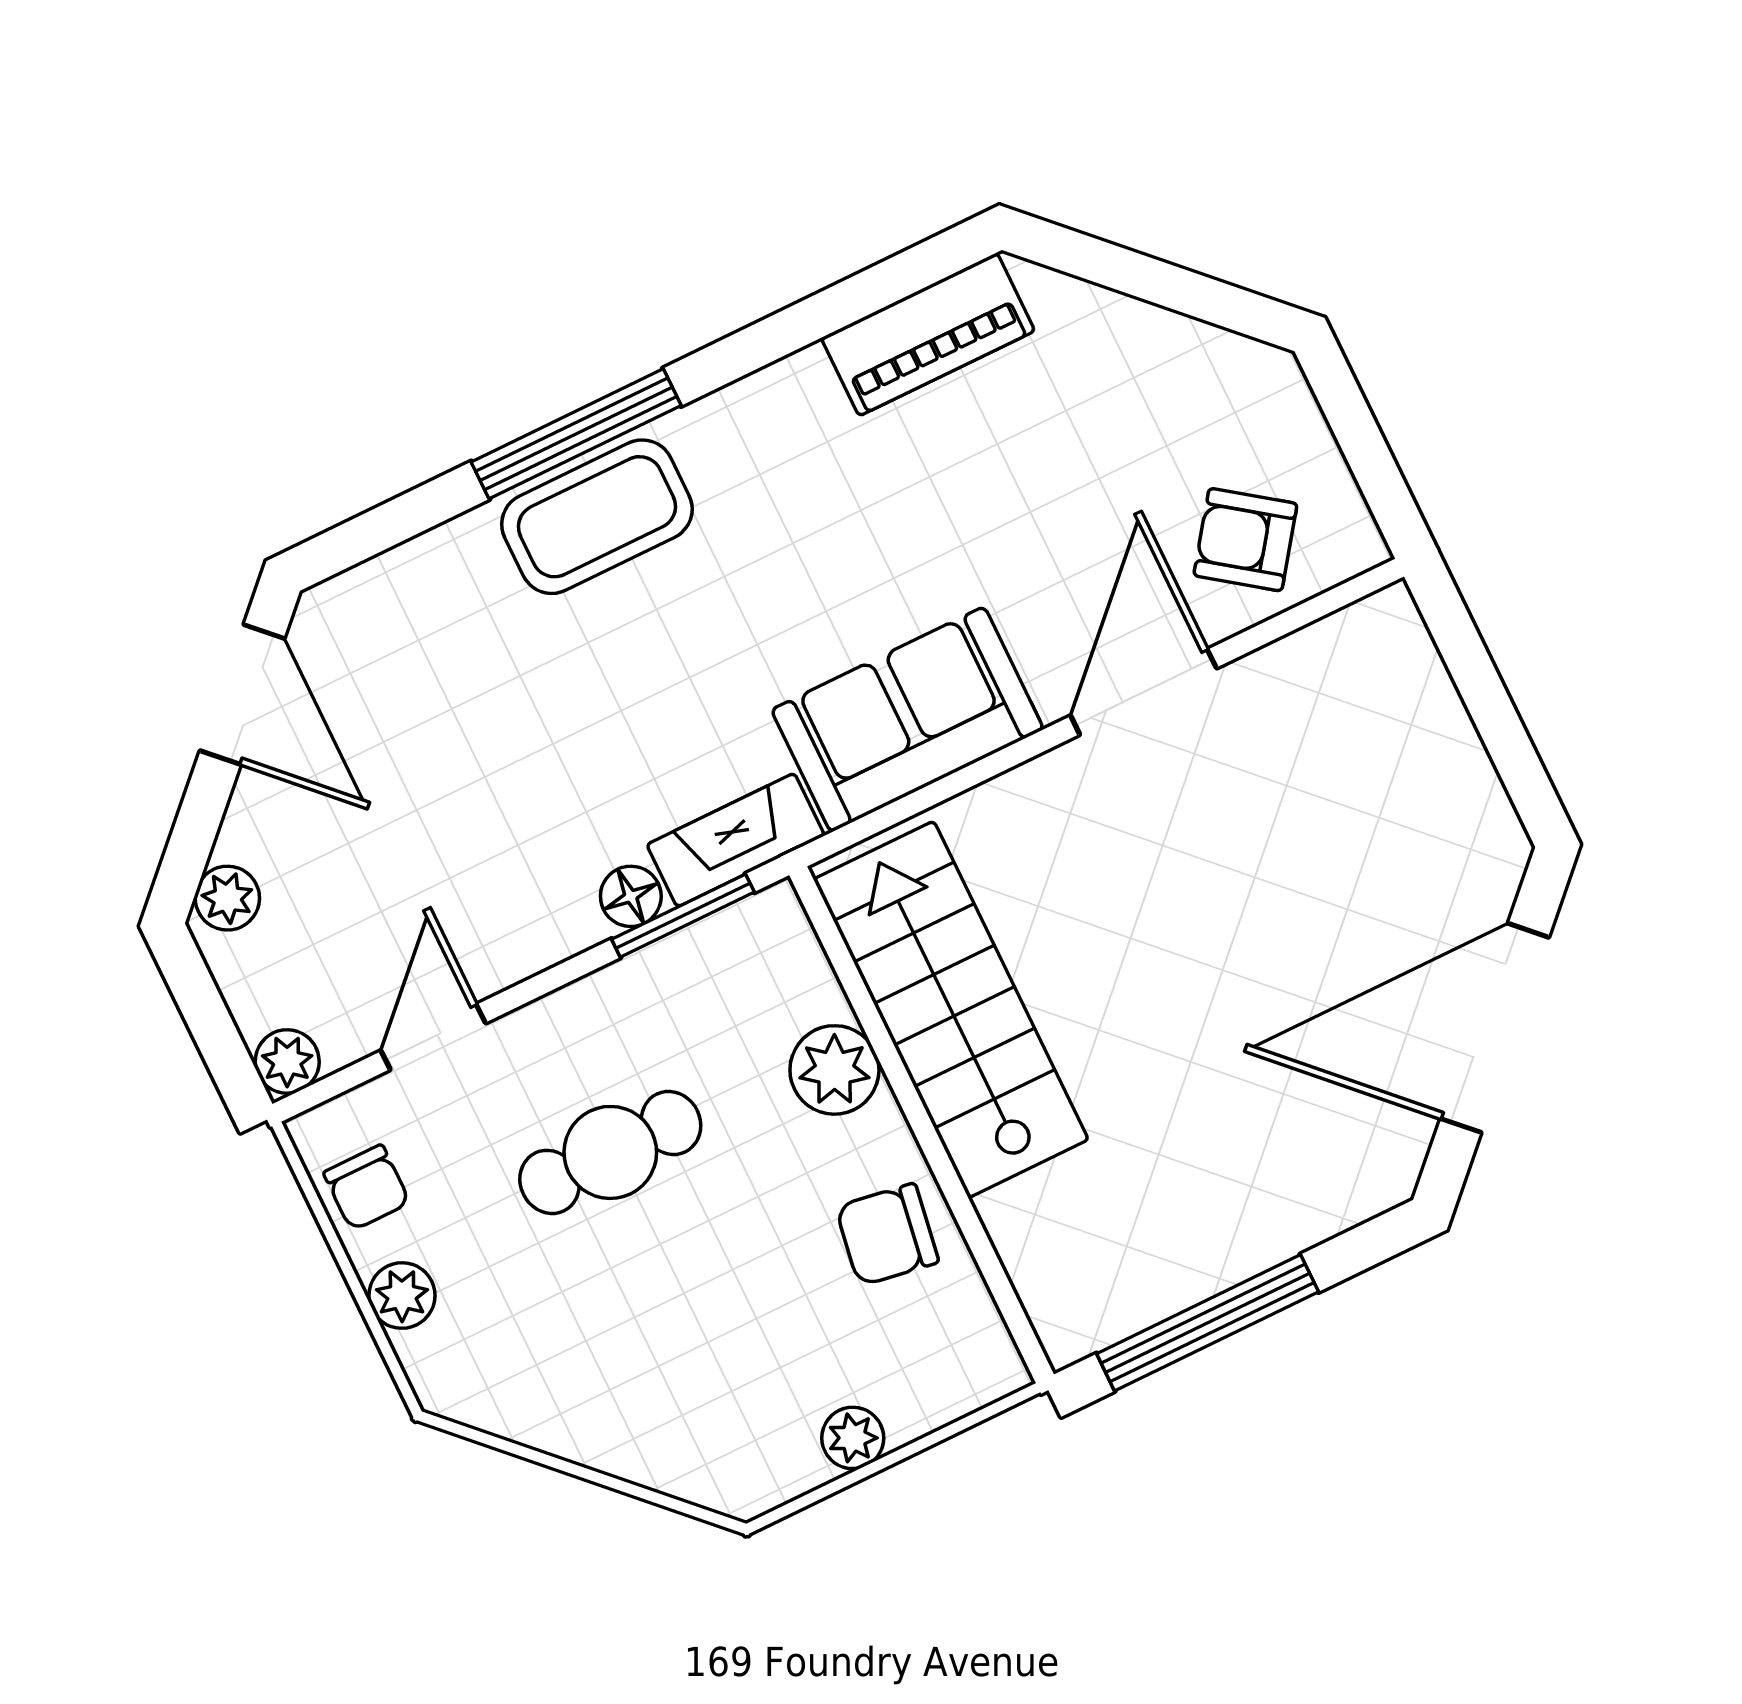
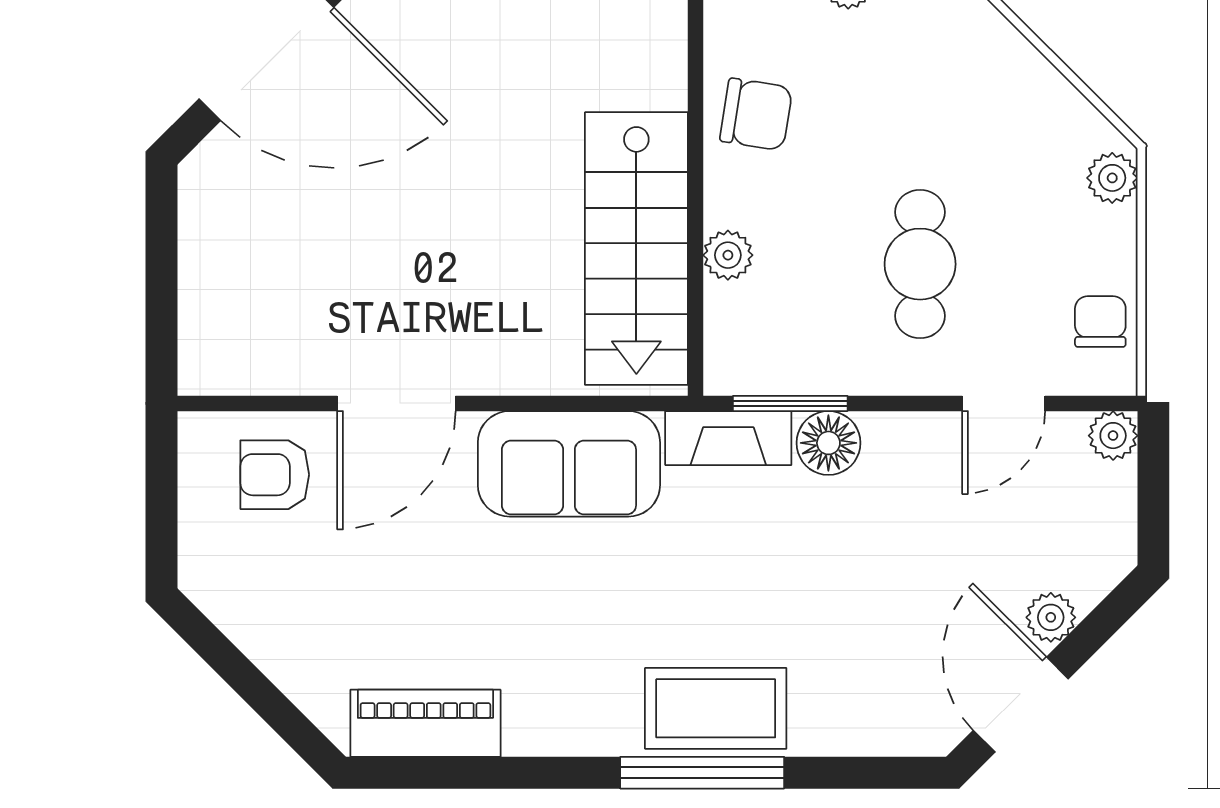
armchair: (1245, 540) -> (275, 475), turned 144
floor lamp: (631, 896) -> (828, 443), width x1.37, depth x1.37
plant: (227, 898) -> (1051, 617), moved
plant: (834, 1070) -> (728, 255), width x0.73, depth x0.73
cafe table: (610, 1152) -> (920, 264), turned 90
plant: (402, 1296) -> (1112, 178), moved

